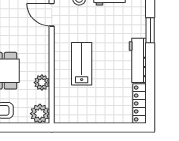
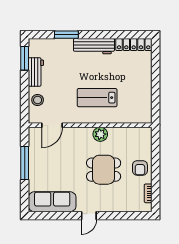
plant: (42, 83) -> (100, 134), moved
plant: (40, 114) -> (143, 136), removed

